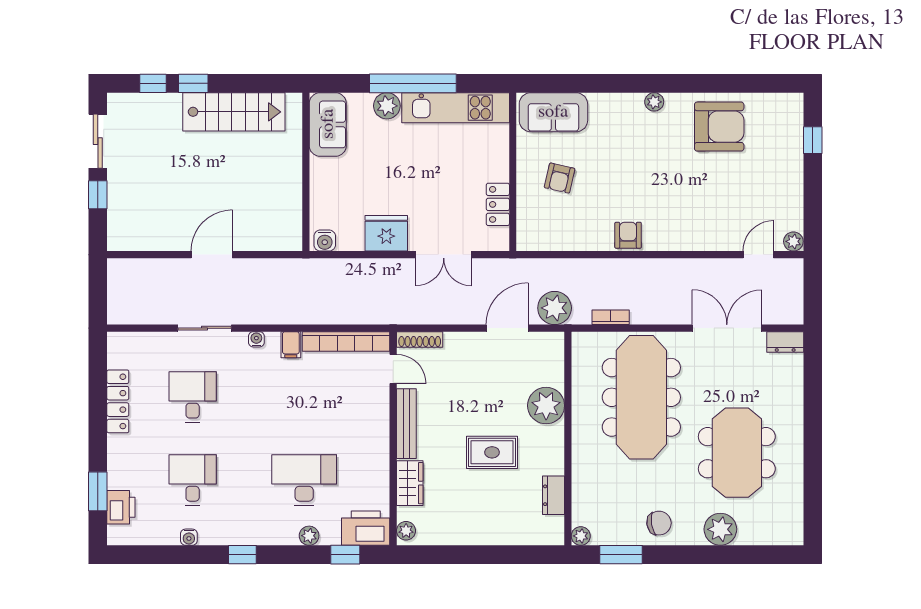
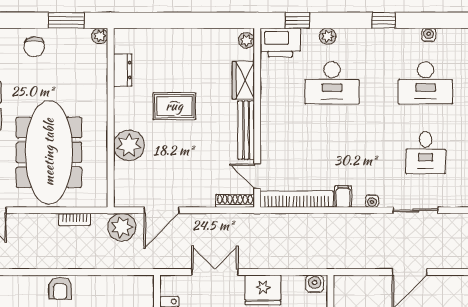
desk: (193, 480) -> (426, 83), width x1.37
chair: (659, 523) -> (34, 47), turned -81

